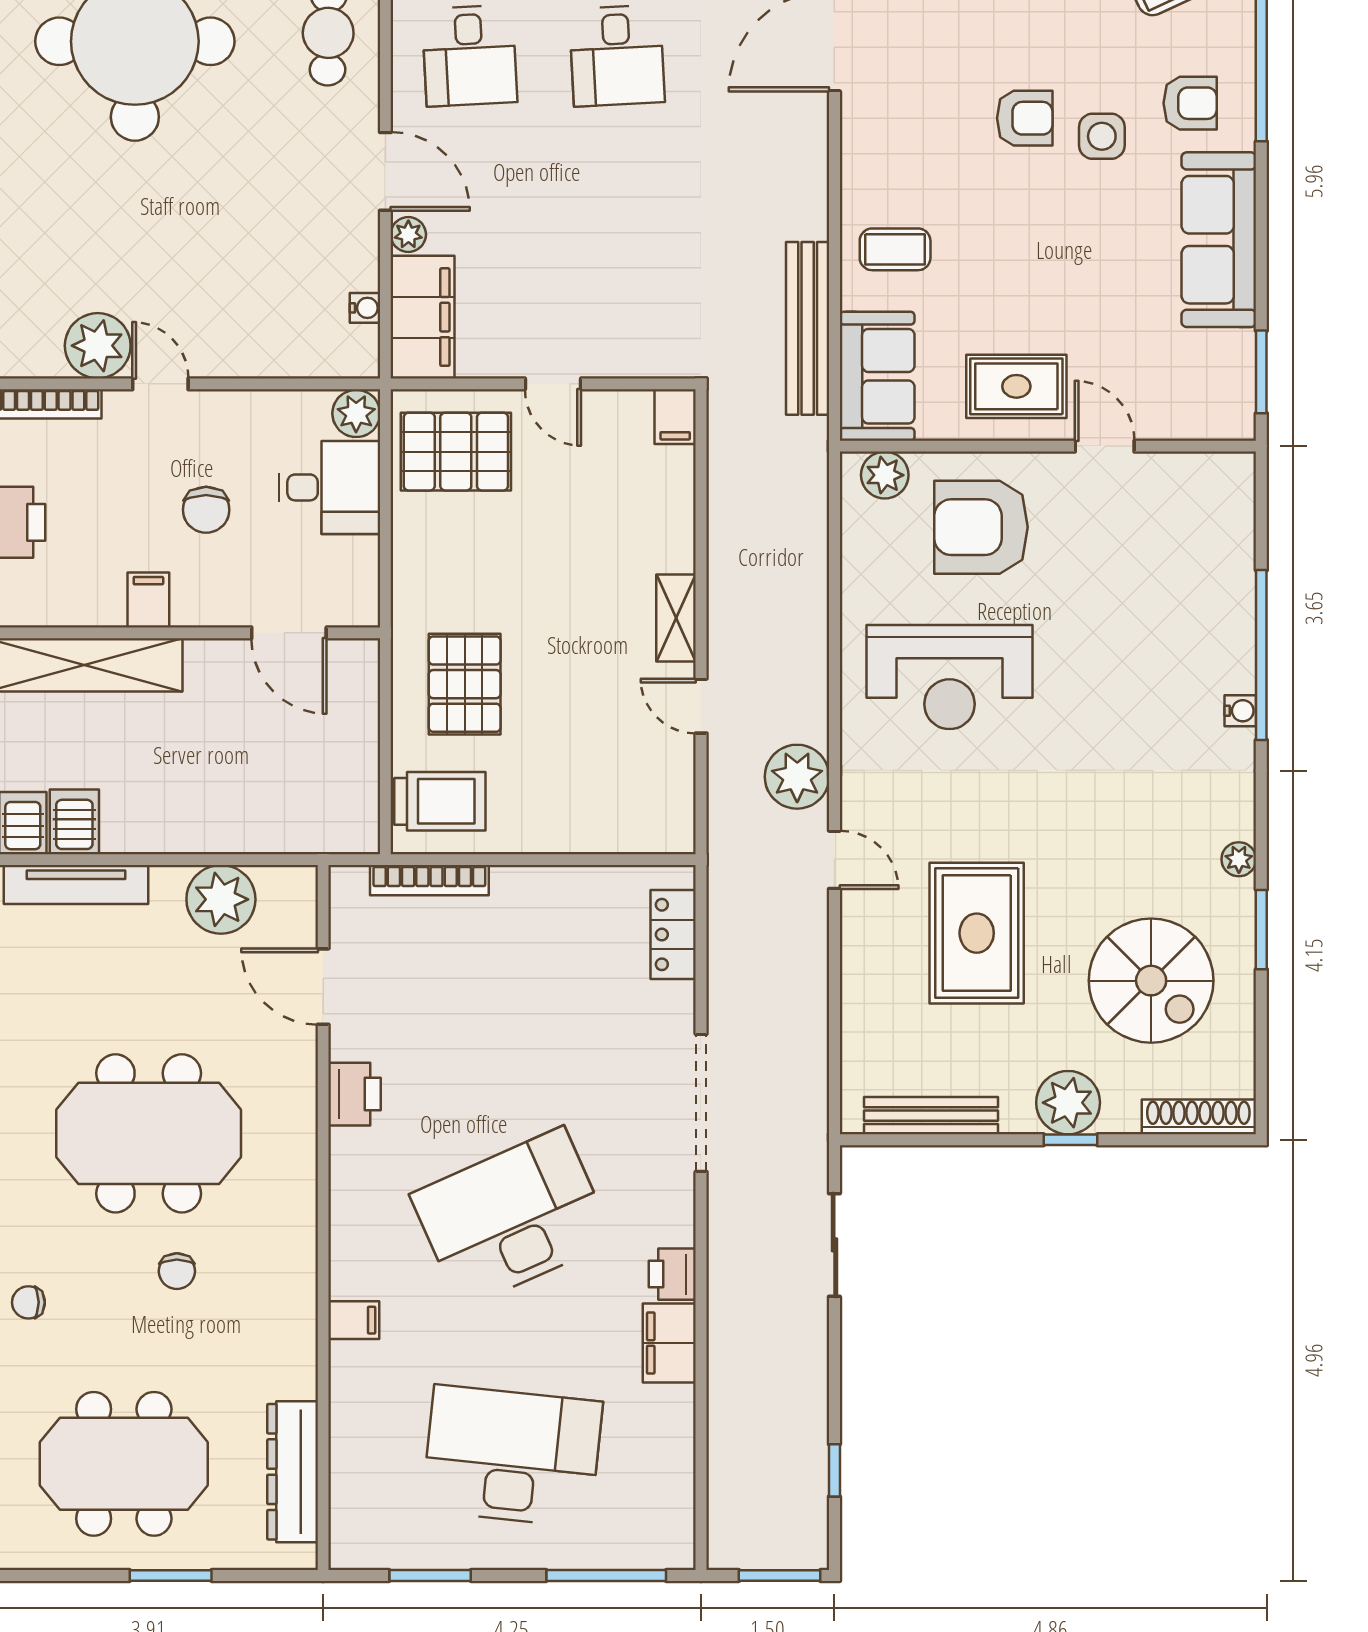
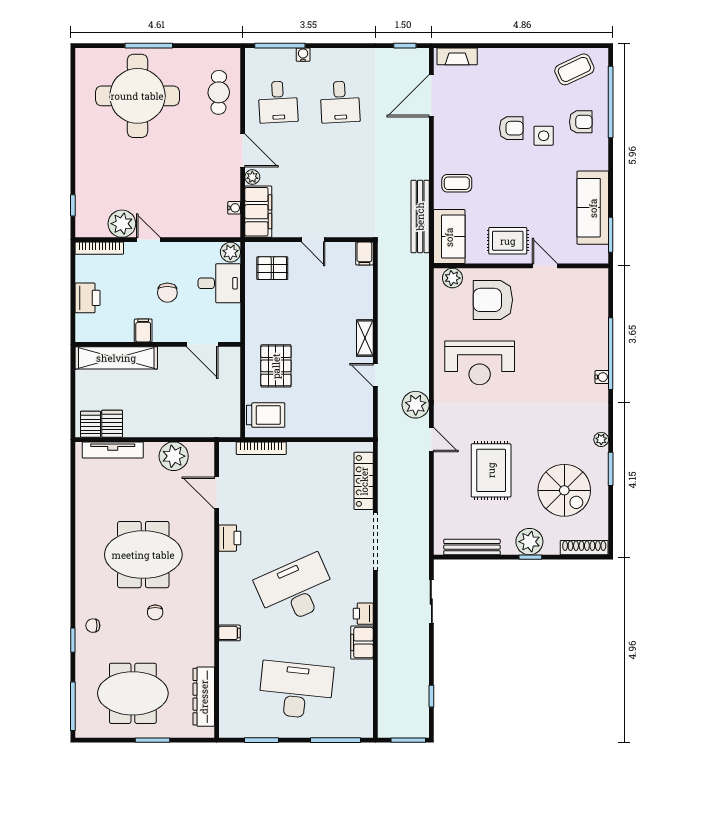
sofa: (1219, 240) -> (593, 208), moved
pallet: (456, 452) -> (272, 268), width x0.67, depth x0.71
locker: (673, 935) -> (364, 481), width x1.53

